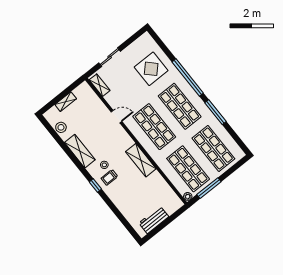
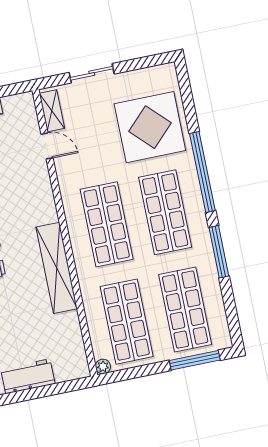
display table: (151, 69) -> (150, 127), width x1.36, depth x1.36
door: (117, 117) -> (47, 146), moved
shelving: (141, 160) -> (57, 268), width x1.47
window: (209, 188) -> (195, 360), moved

